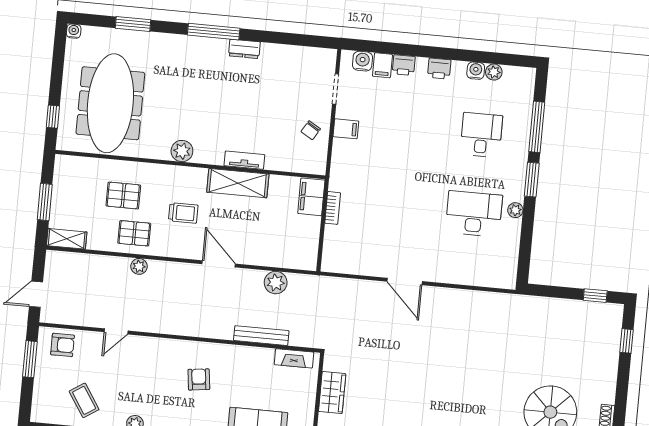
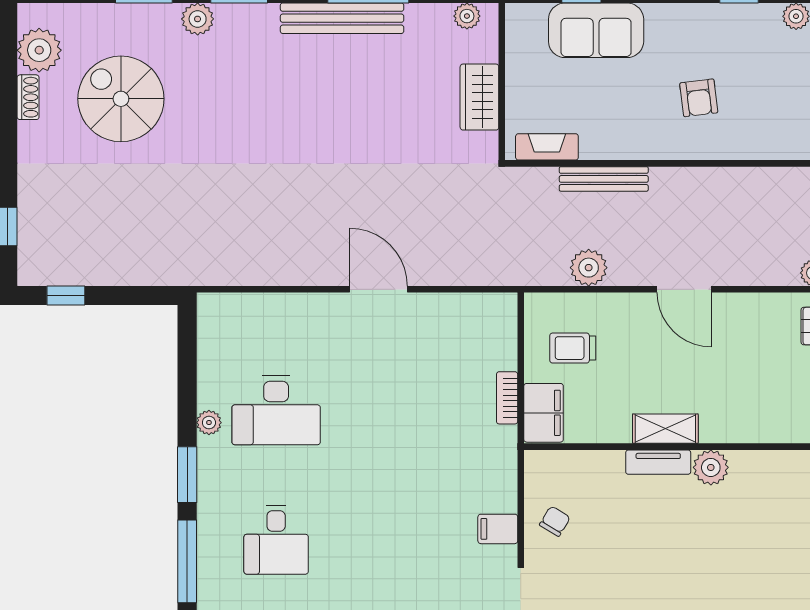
plant: (182, 151) -> (711, 467), moved
shelving: (238, 183) -> (665, 429), width x0.67, depth x0.75
trolley: (183, 213) -> (573, 348), moved

